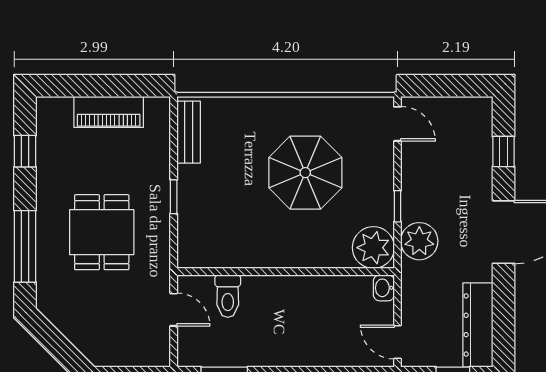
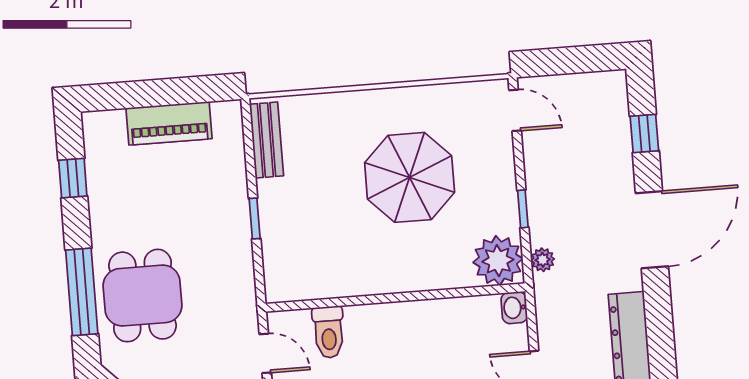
dining table: (102, 232) -> (142, 296), moved
plant: (419, 241) -> (543, 260), width x0.53, depth x0.53

